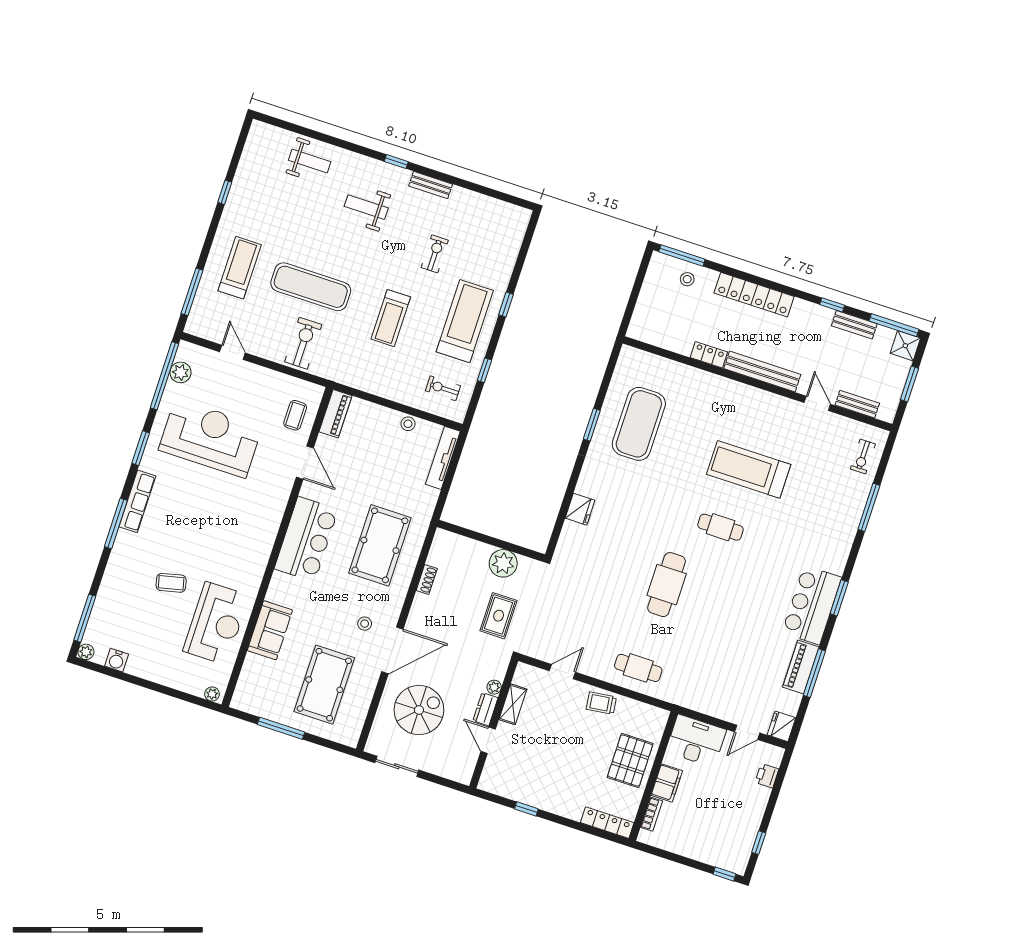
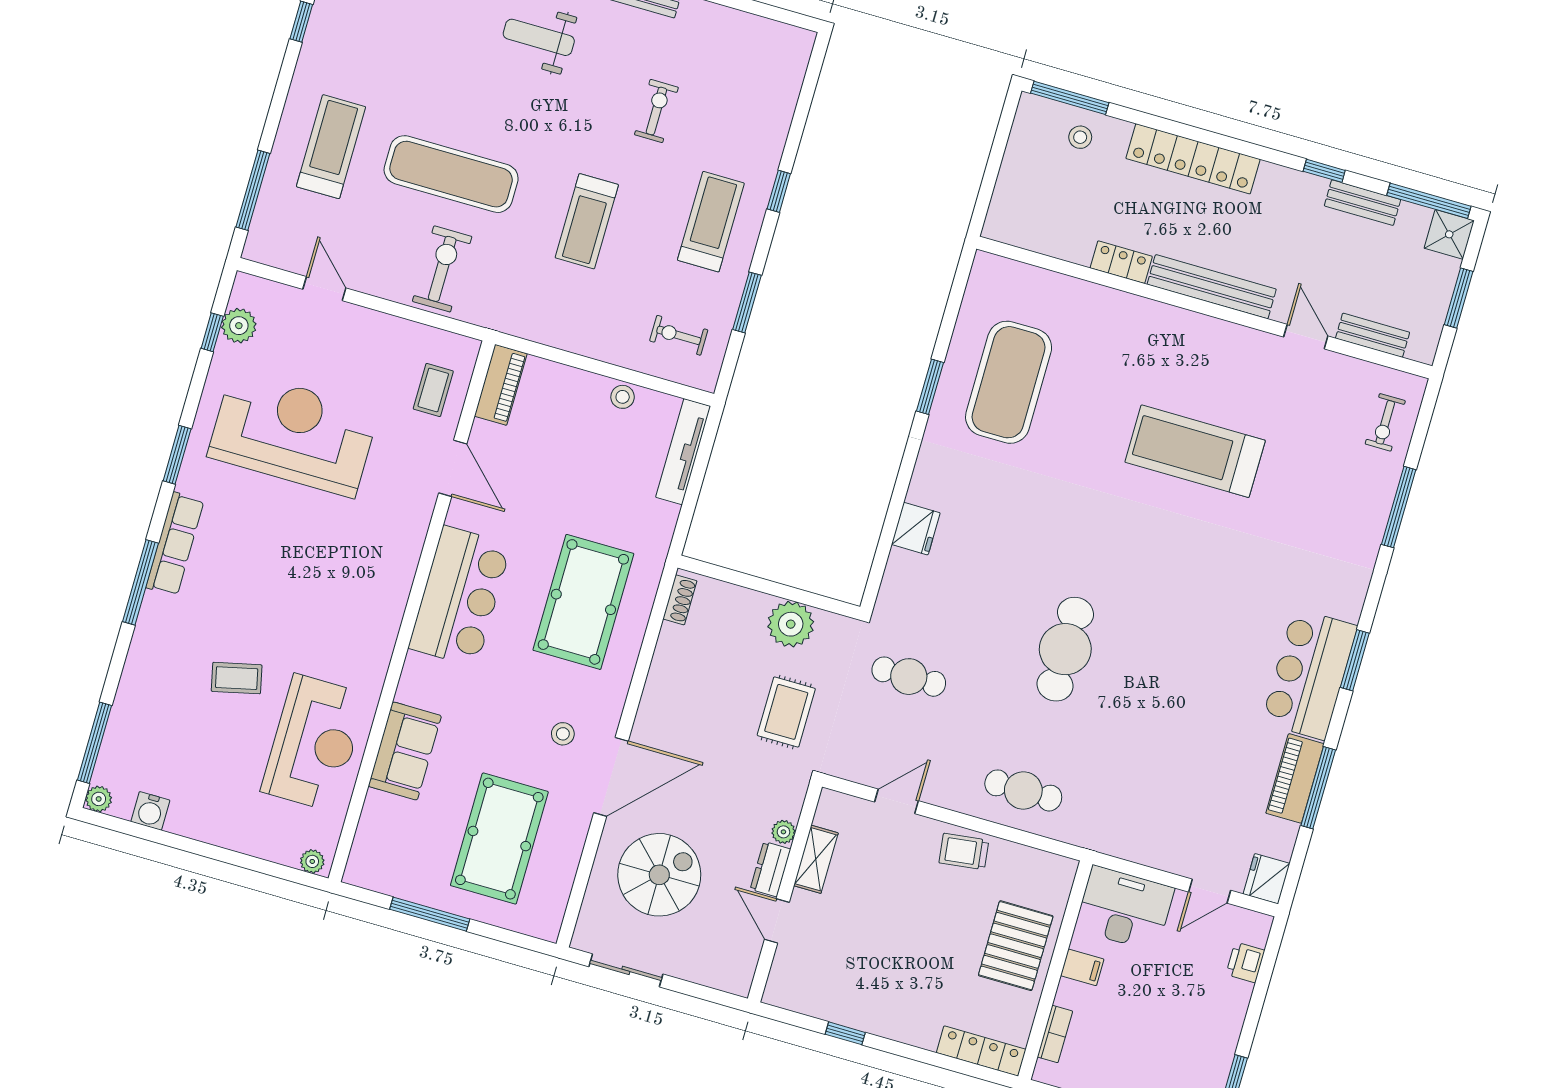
treadmill: (465, 321) -> (711, 222), width x0.73, depth x0.73
window: (484, 370) -> (747, 302), width x1.50
window: (164, 376) -> (212, 332), width x0.32
cafe table: (721, 527) -> (909, 677), moved
shoe rack: (427, 579) -> (680, 600), moved
filing cabinet: (667, 783) -> (1082, 967), width x0.50

